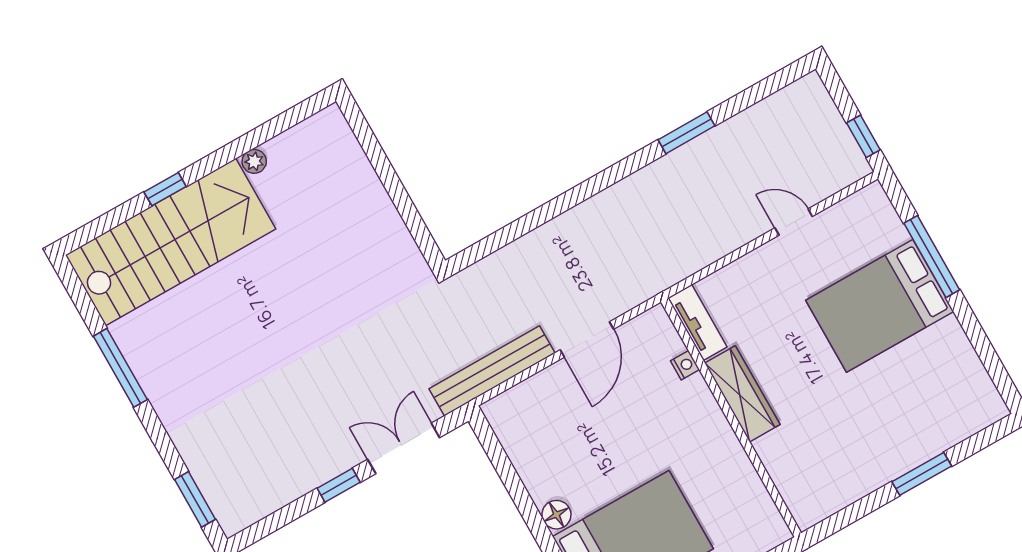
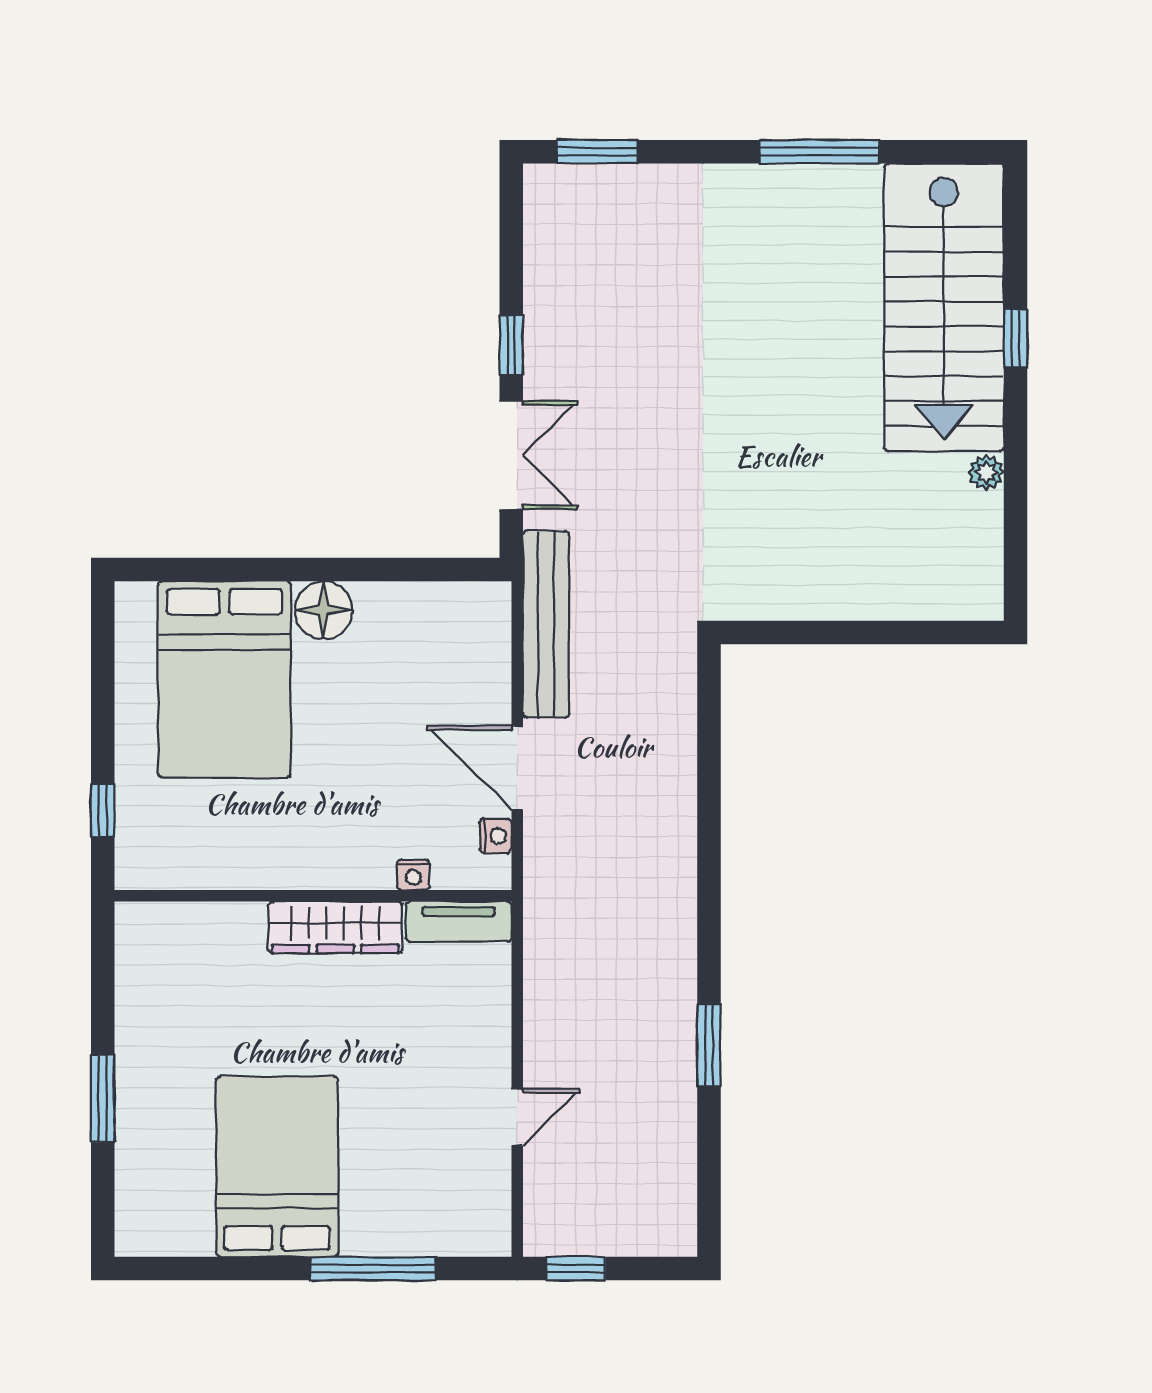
bed: (880, 306) -> (277, 1167), moved
nightstand: (634, 330) -> (496, 836), added
floor lamp: (556, 515) -> (324, 610), width x1.38, depth x1.38

